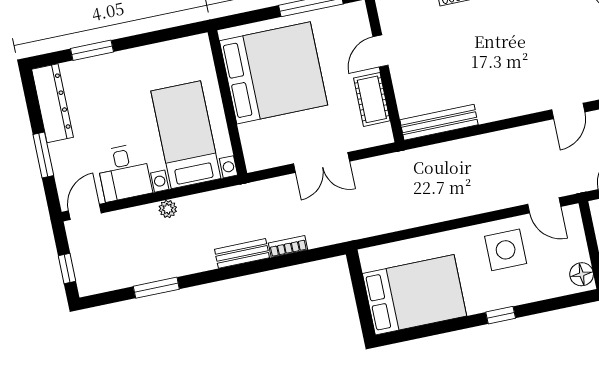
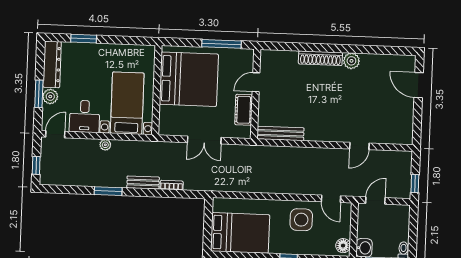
plant: (62, 154) -> (50, 96), added
window: (156, 288) -> (108, 191), moved

